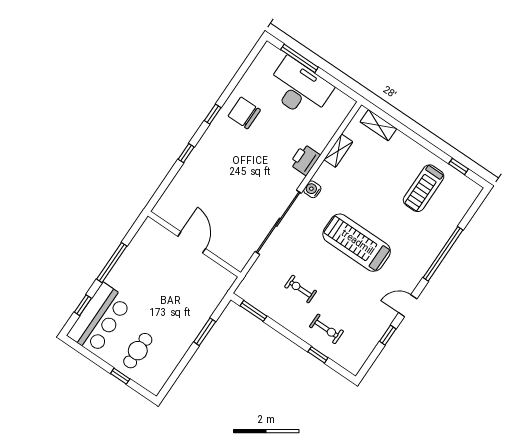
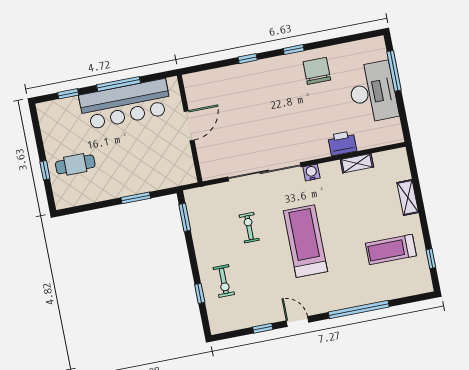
shelving: (378, 125) -> (408, 197), moved
printer: (305, 160) -> (342, 143), moved
exercise bike: (301, 289) -> (249, 228), moved
bar counter: (100, 319) -> (125, 104), moved, width x1.36

